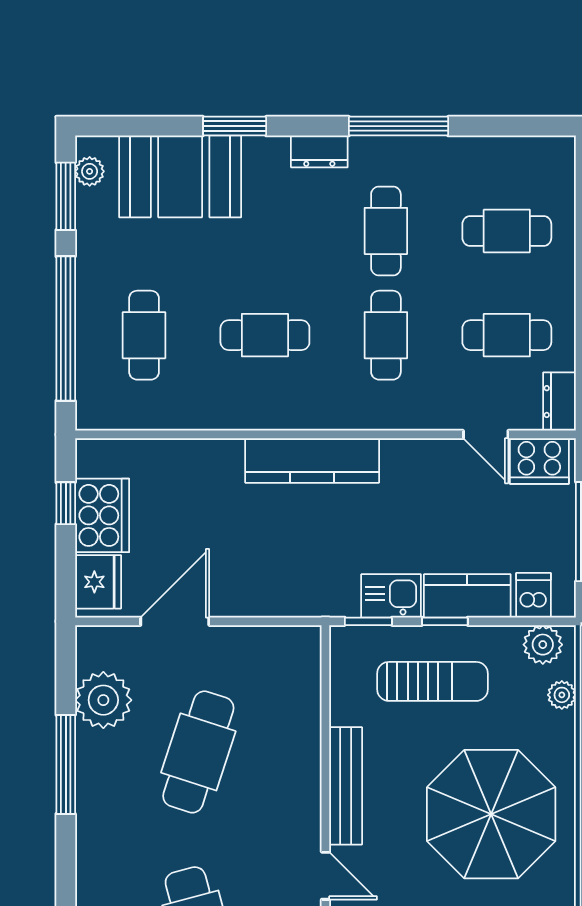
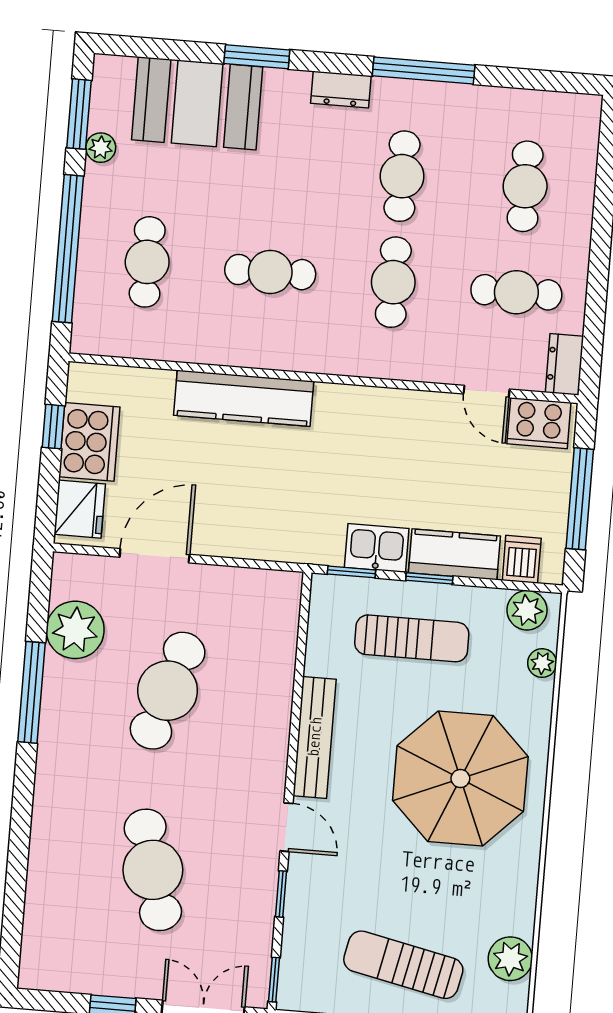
plant: (90, 171) -> (101, 148), moved
cafe table: (507, 231) -> (525, 186), turned 90
kitchen counter: (312, 460) -> (244, 398), moved

